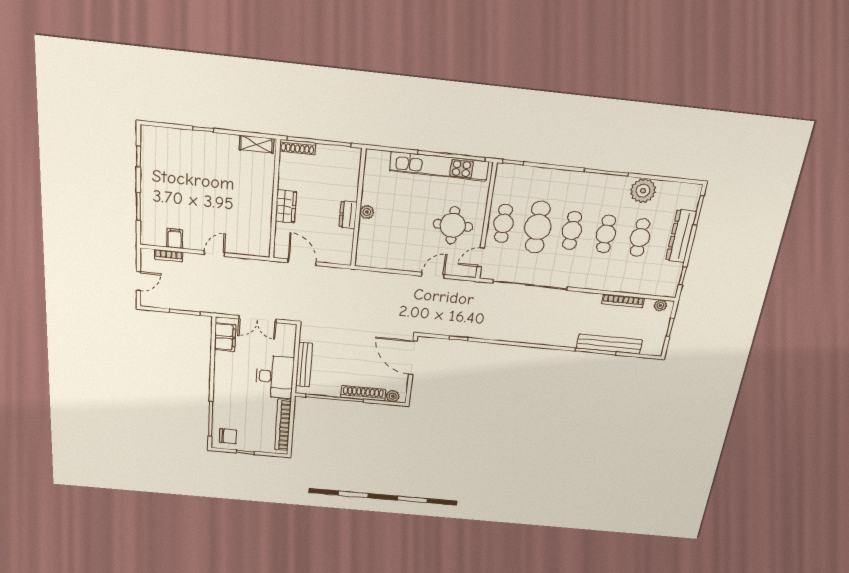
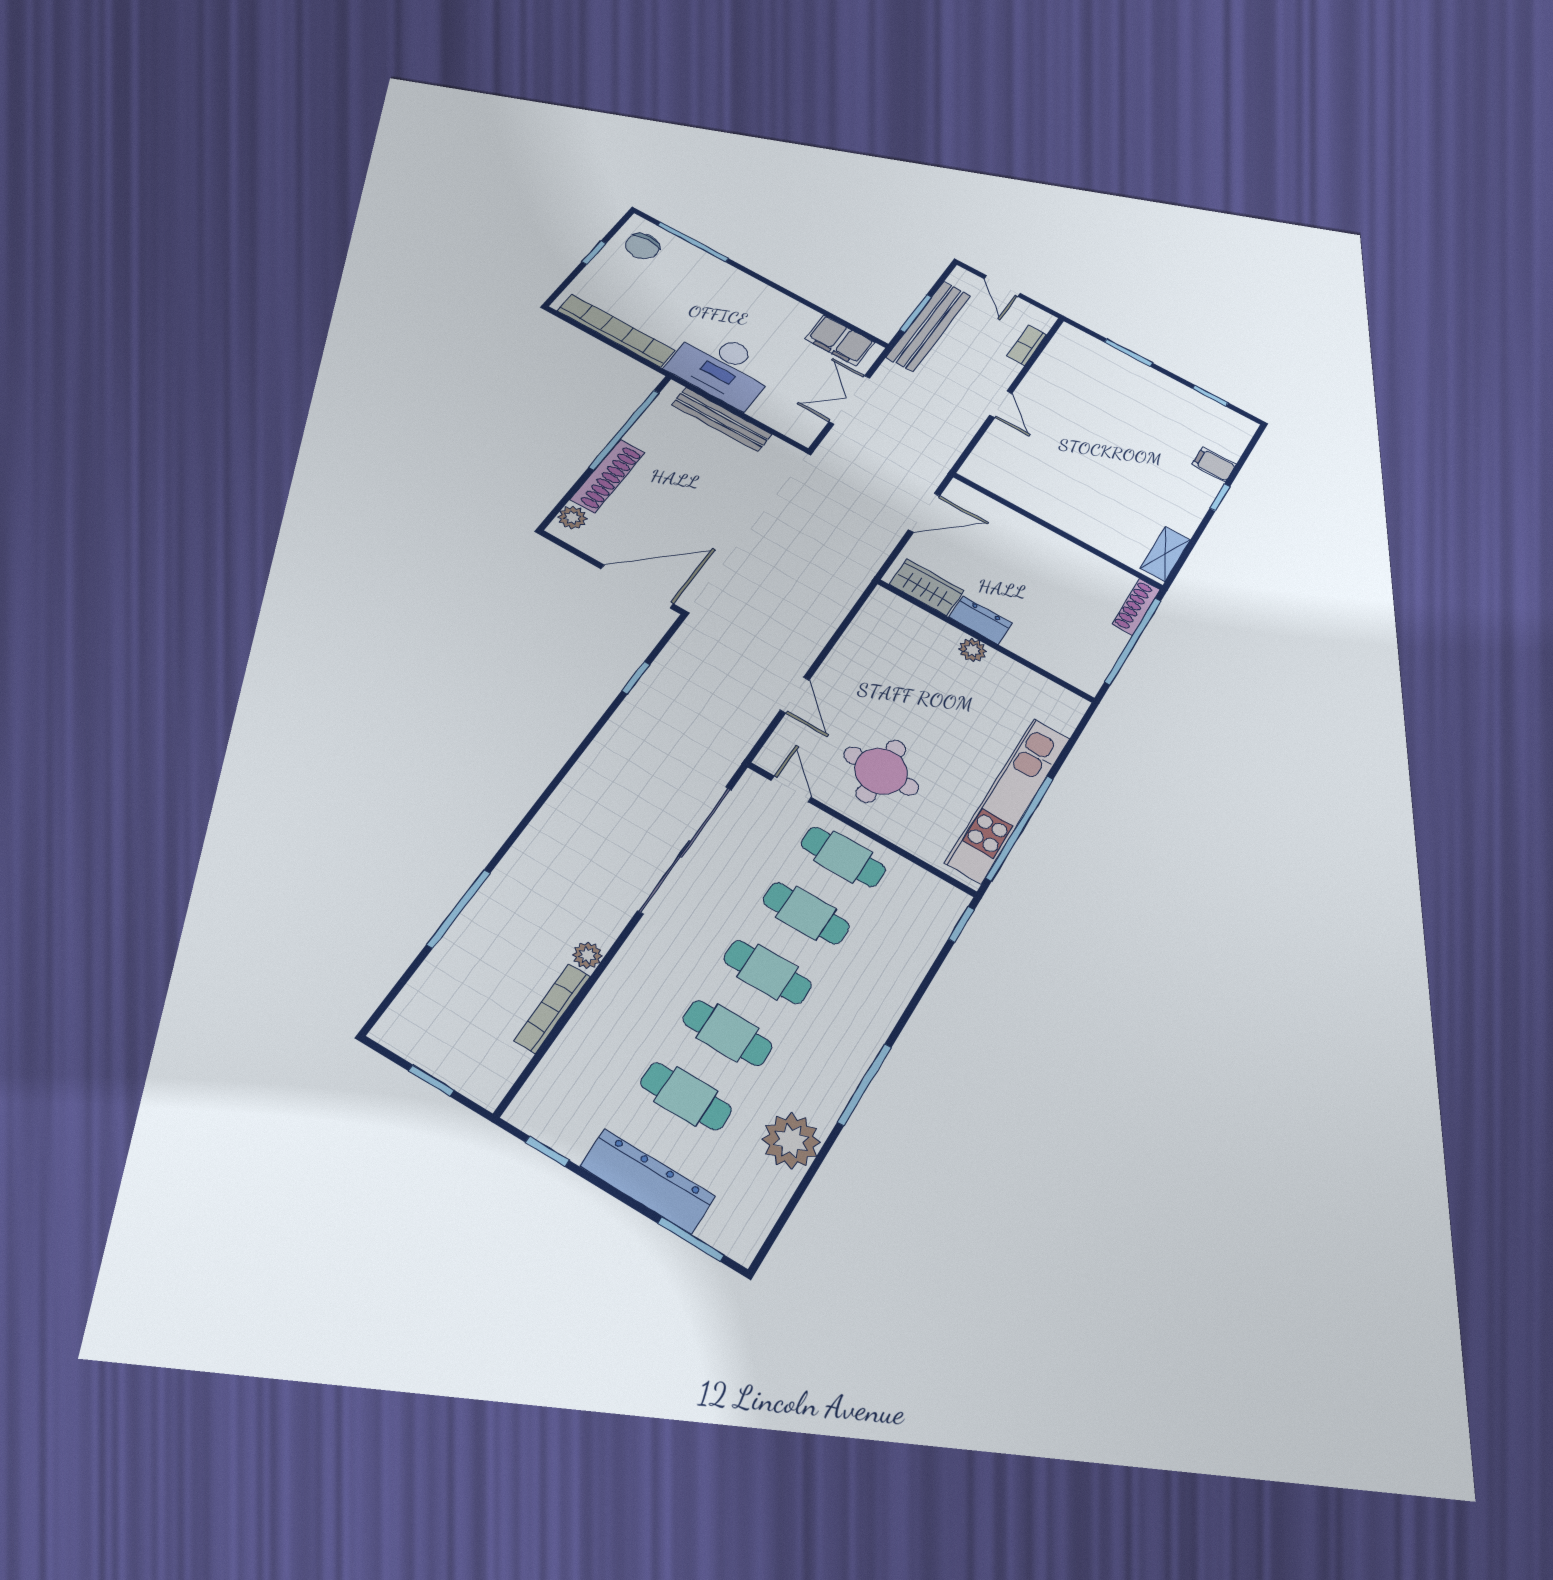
wardrobe: (286, 206) -> (927, 587), moved, turned 180
cafe table: (538, 227) -> (806, 913), width x0.73, depth x0.74
filing cabinet: (175, 238) -> (1214, 465), moved, turned 180
plant: (660, 305) -> (587, 955), moved
bench: (609, 344) -> (929, 326), moved

